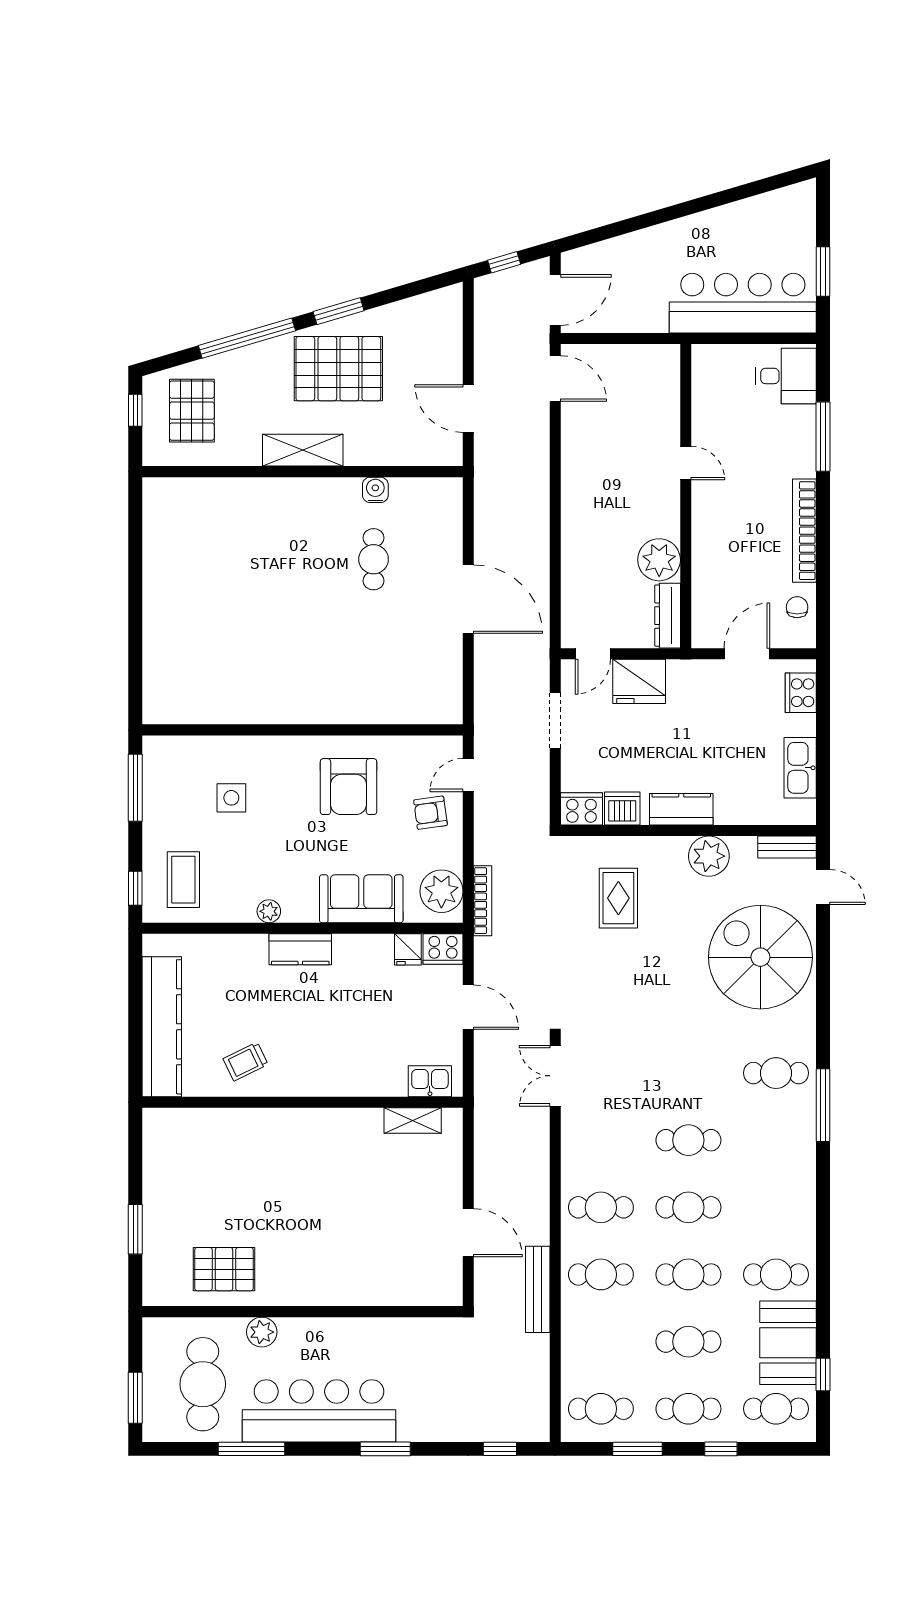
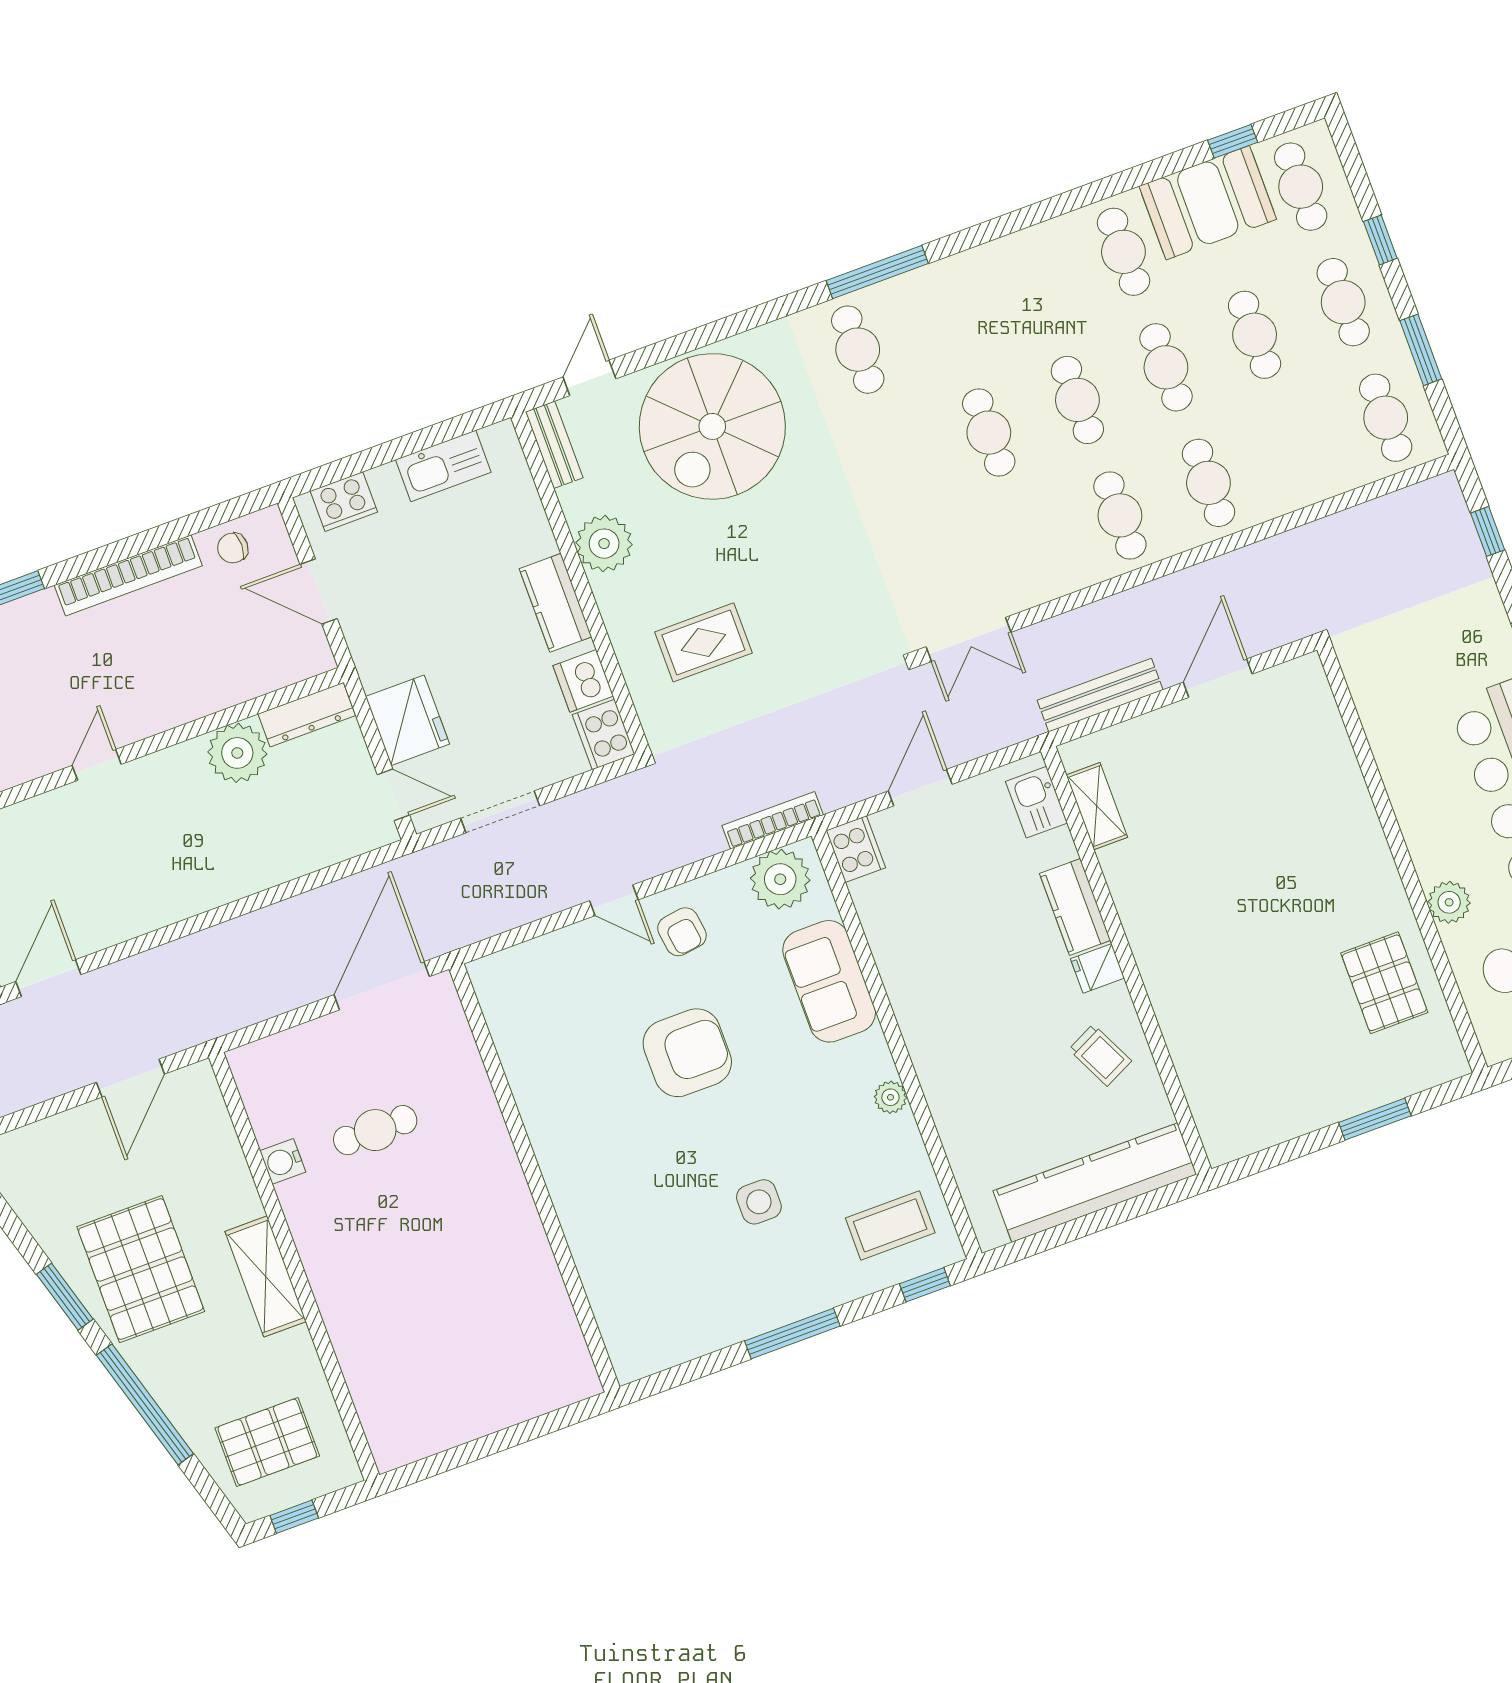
wall: (302, 730) -> (534, 1178), moved
kitchen counter: (300, 949) -> (1075, 907), moved, turned 180
fridge: (408, 949) -> (1097, 968), moved, turned 180
bench: (538, 1289) -> (1100, 695), moved

